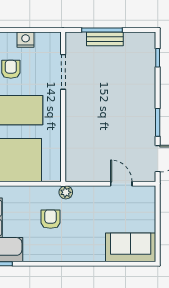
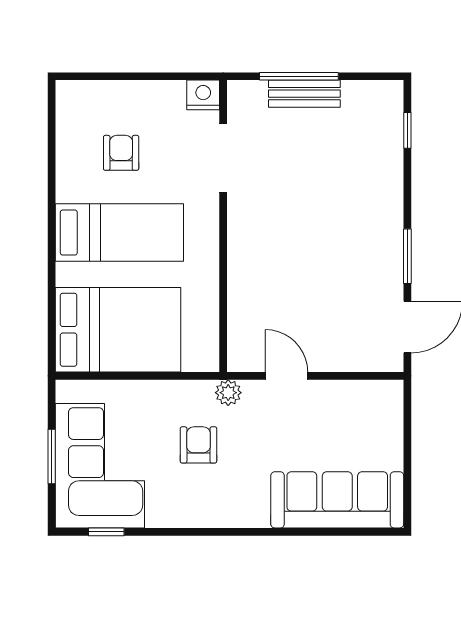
nightstand: (26, 40) -> (203, 95), moved
door: (121, 184) -> (287, 376), moved
sofa: (131, 247) -> (337, 500), width x1.36

